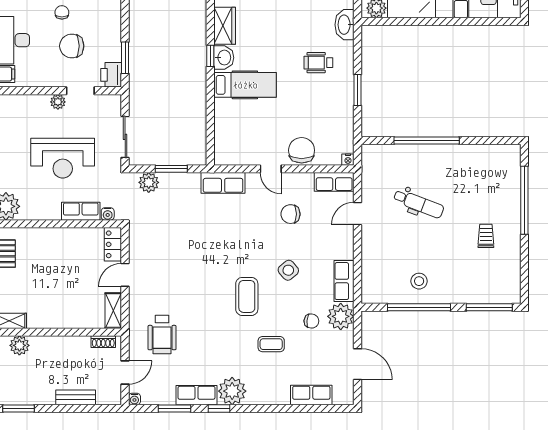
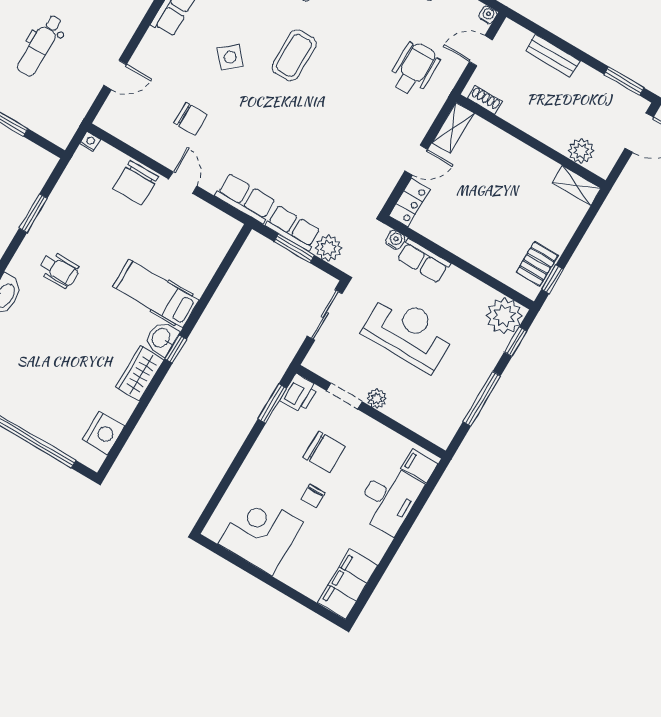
row of seats: (334, 182) -> (293, 228), moved
dental chair: (419, 204) -> (40, 46), turned -111

